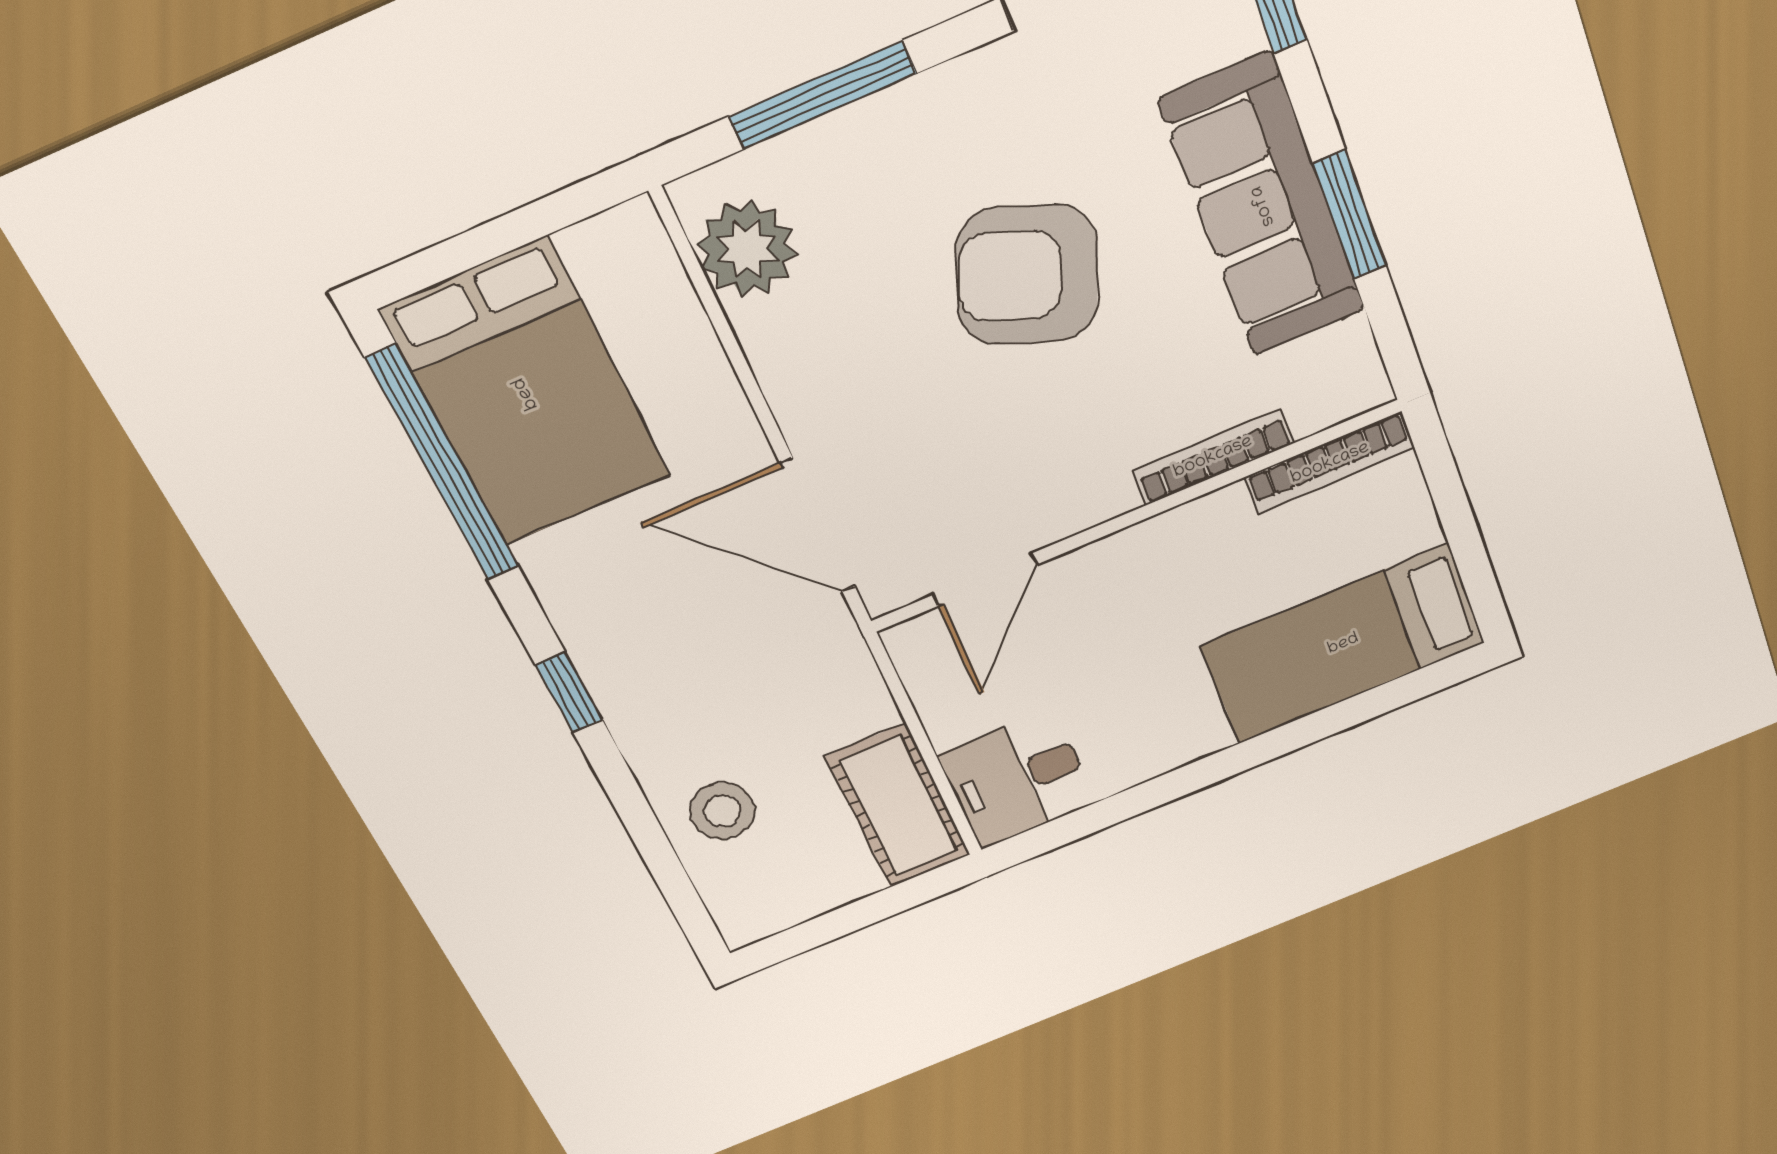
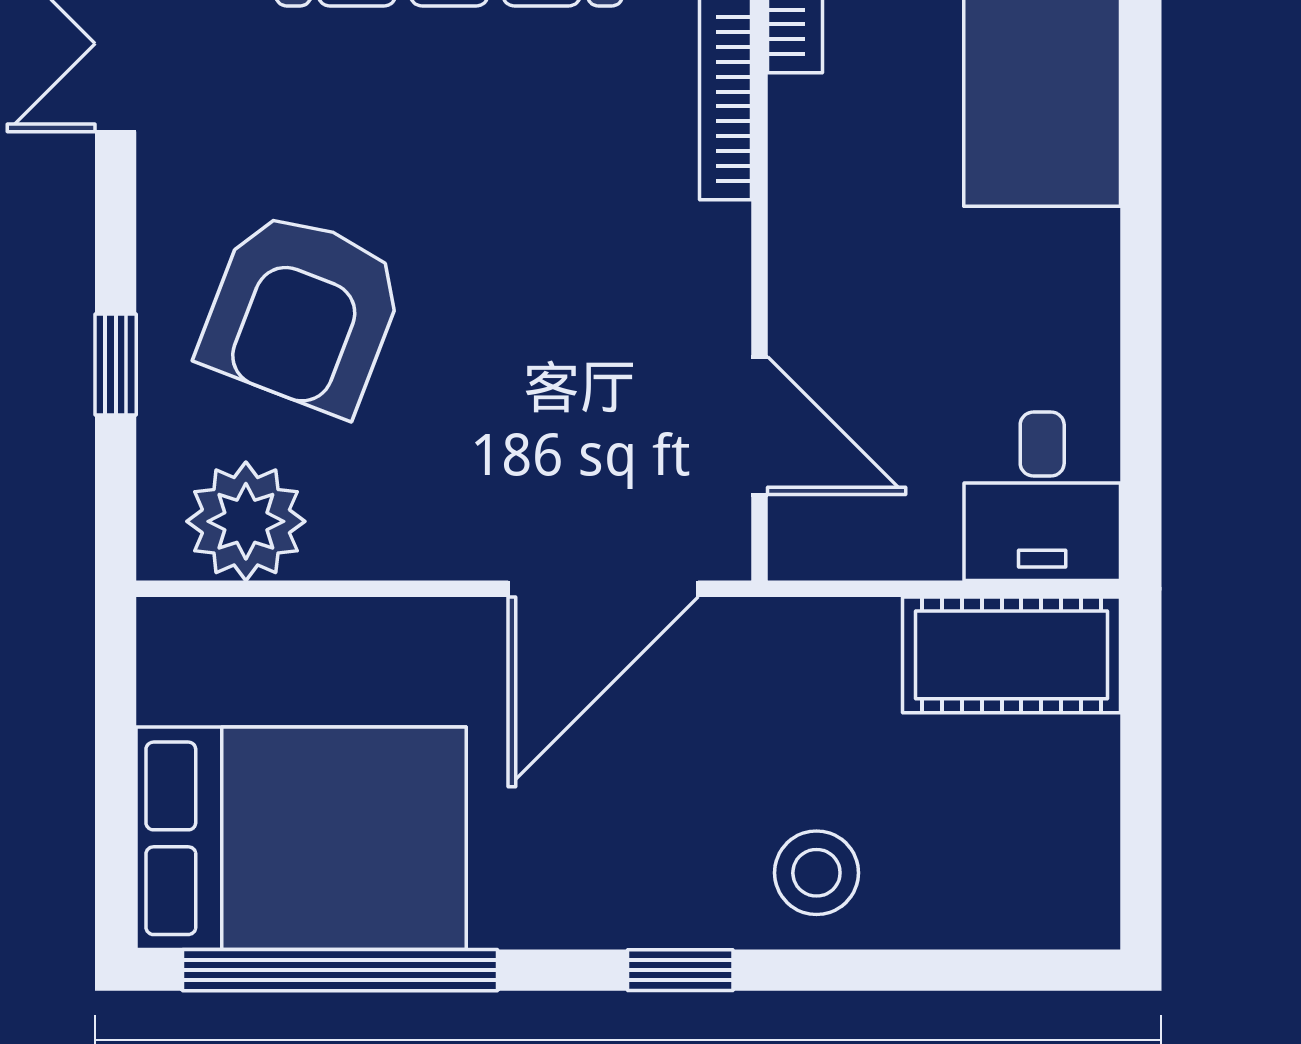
window: (823, 95) -> (116, 364), width x0.46
armchair: (1027, 275) -> (302, 312), moved
stool: (722, 811) -> (816, 873), moved

